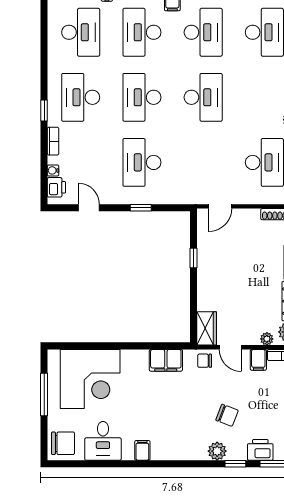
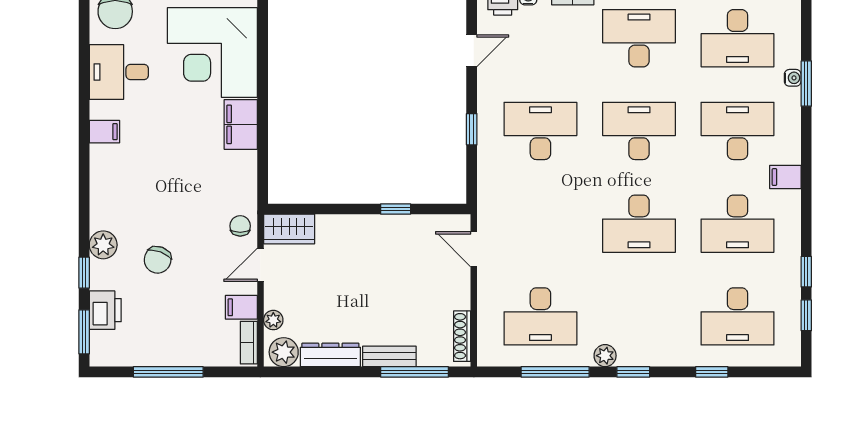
filing cabinet: (166, 360) -> (241, 124), moved

